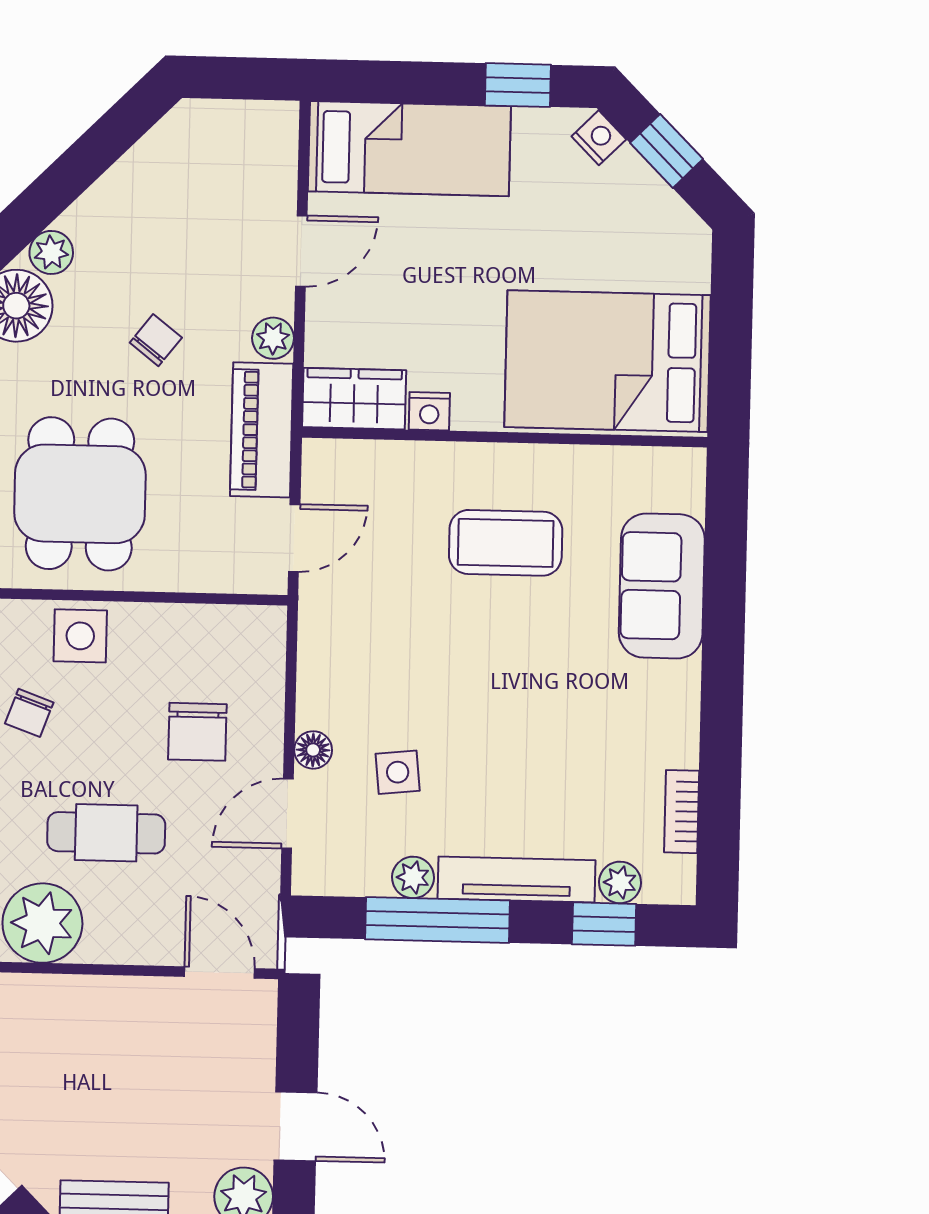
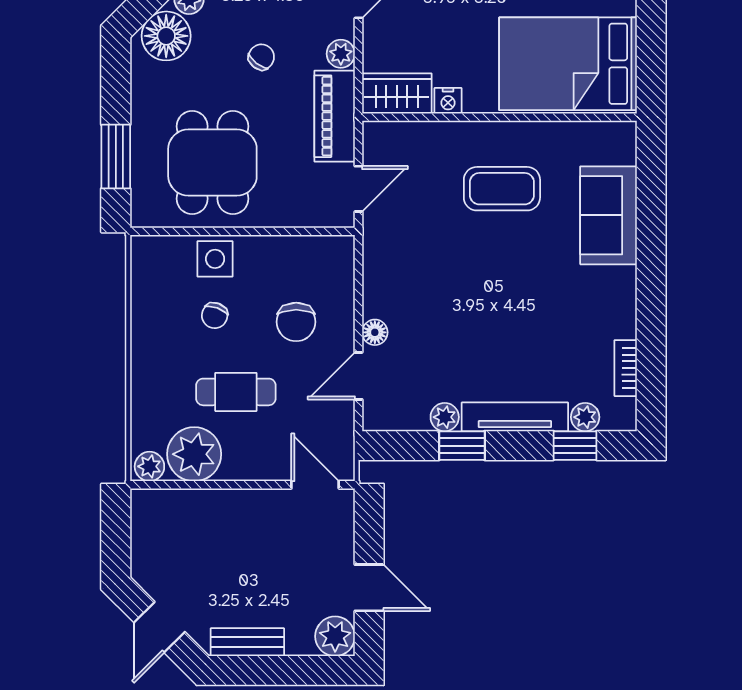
chair: (29, 713) -> (215, 316), moved
side table: (398, 772) -> (433, 346), removed
window: (437, 920) -> (462, 446), width x0.46

